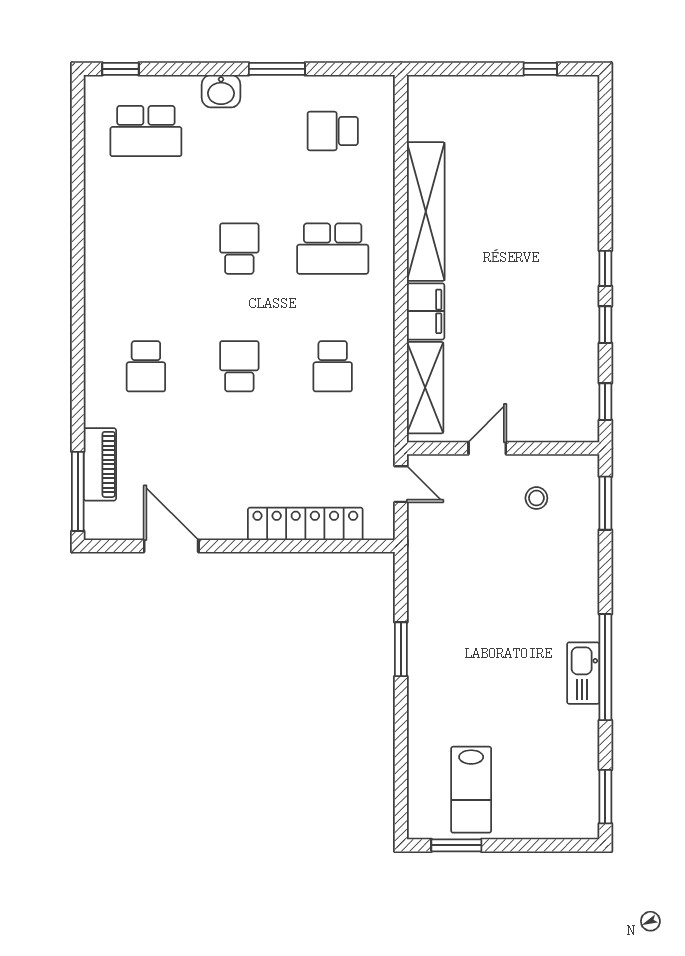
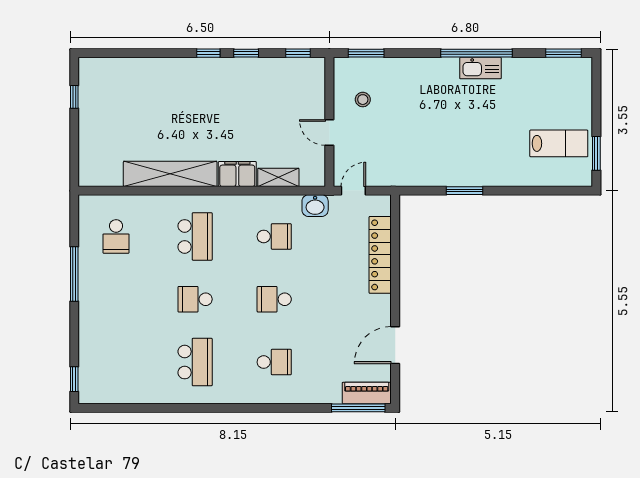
window: (277, 69) -> (74, 274), width x1.44
washbasin: (221, 91) -> (315, 206), moved, turned 90
school desk: (146, 131) -> (195, 362), moved
shelving: (425, 388) -> (278, 177), width x0.67, depth x0.75
piano: (100, 464) -> (367, 393), moved

